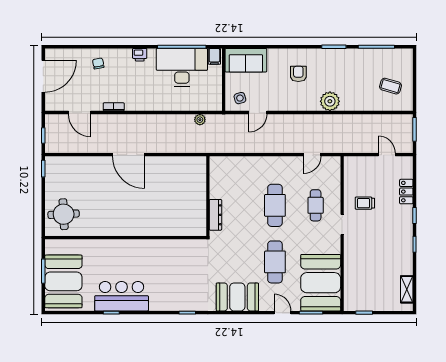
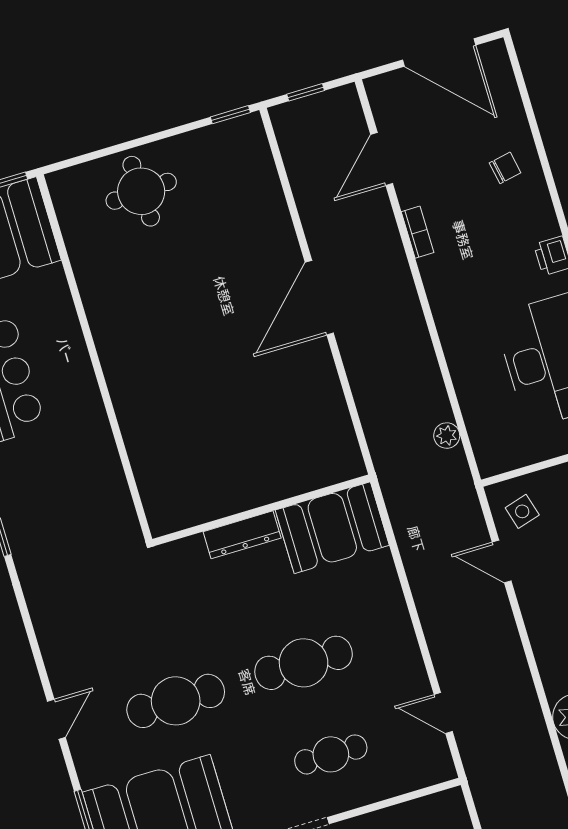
wall: (126, 238) -> (94, 358), moved
booth: (237, 297) -> (332, 528), moved, turned 90
door: (283, 313) -> (56, 719), moved

